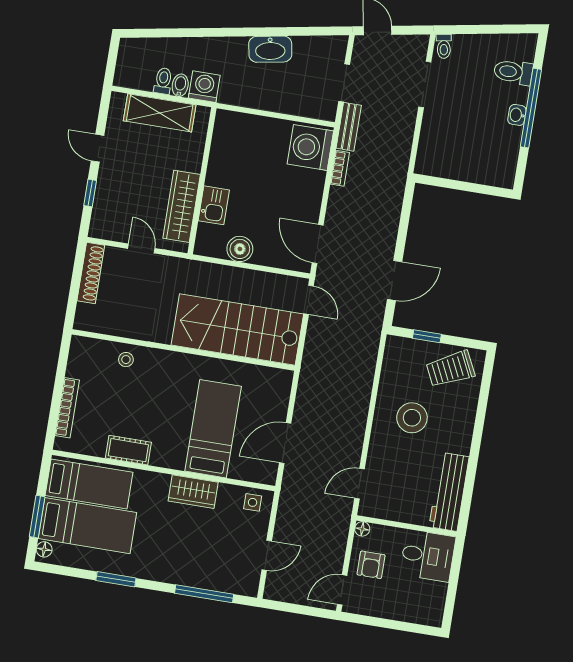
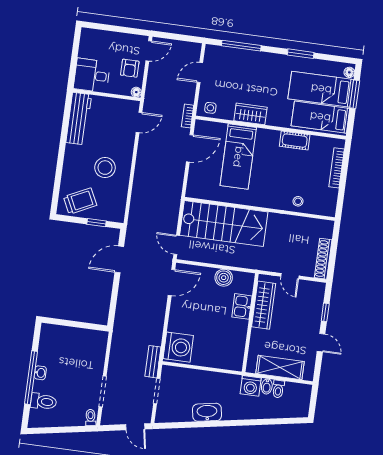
bookcase: (340, 168) -> (188, 116), moved
door: (318, 244) -> (172, 282), hinge flipped
armchair: (371, 565) -> (130, 68), turned 180

